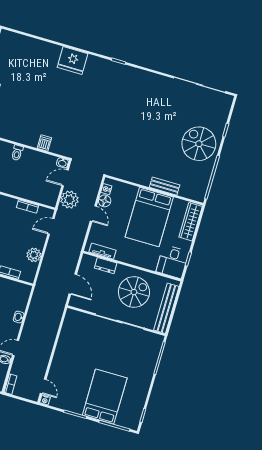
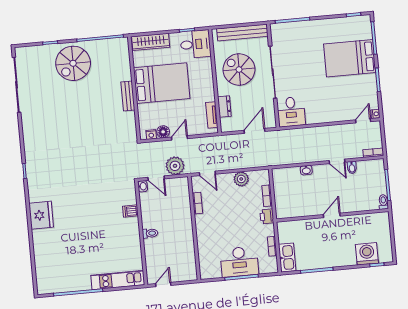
bench: (165, 186) -> (128, 96), moved
desk: (77, 324) -> (291, 112), added

